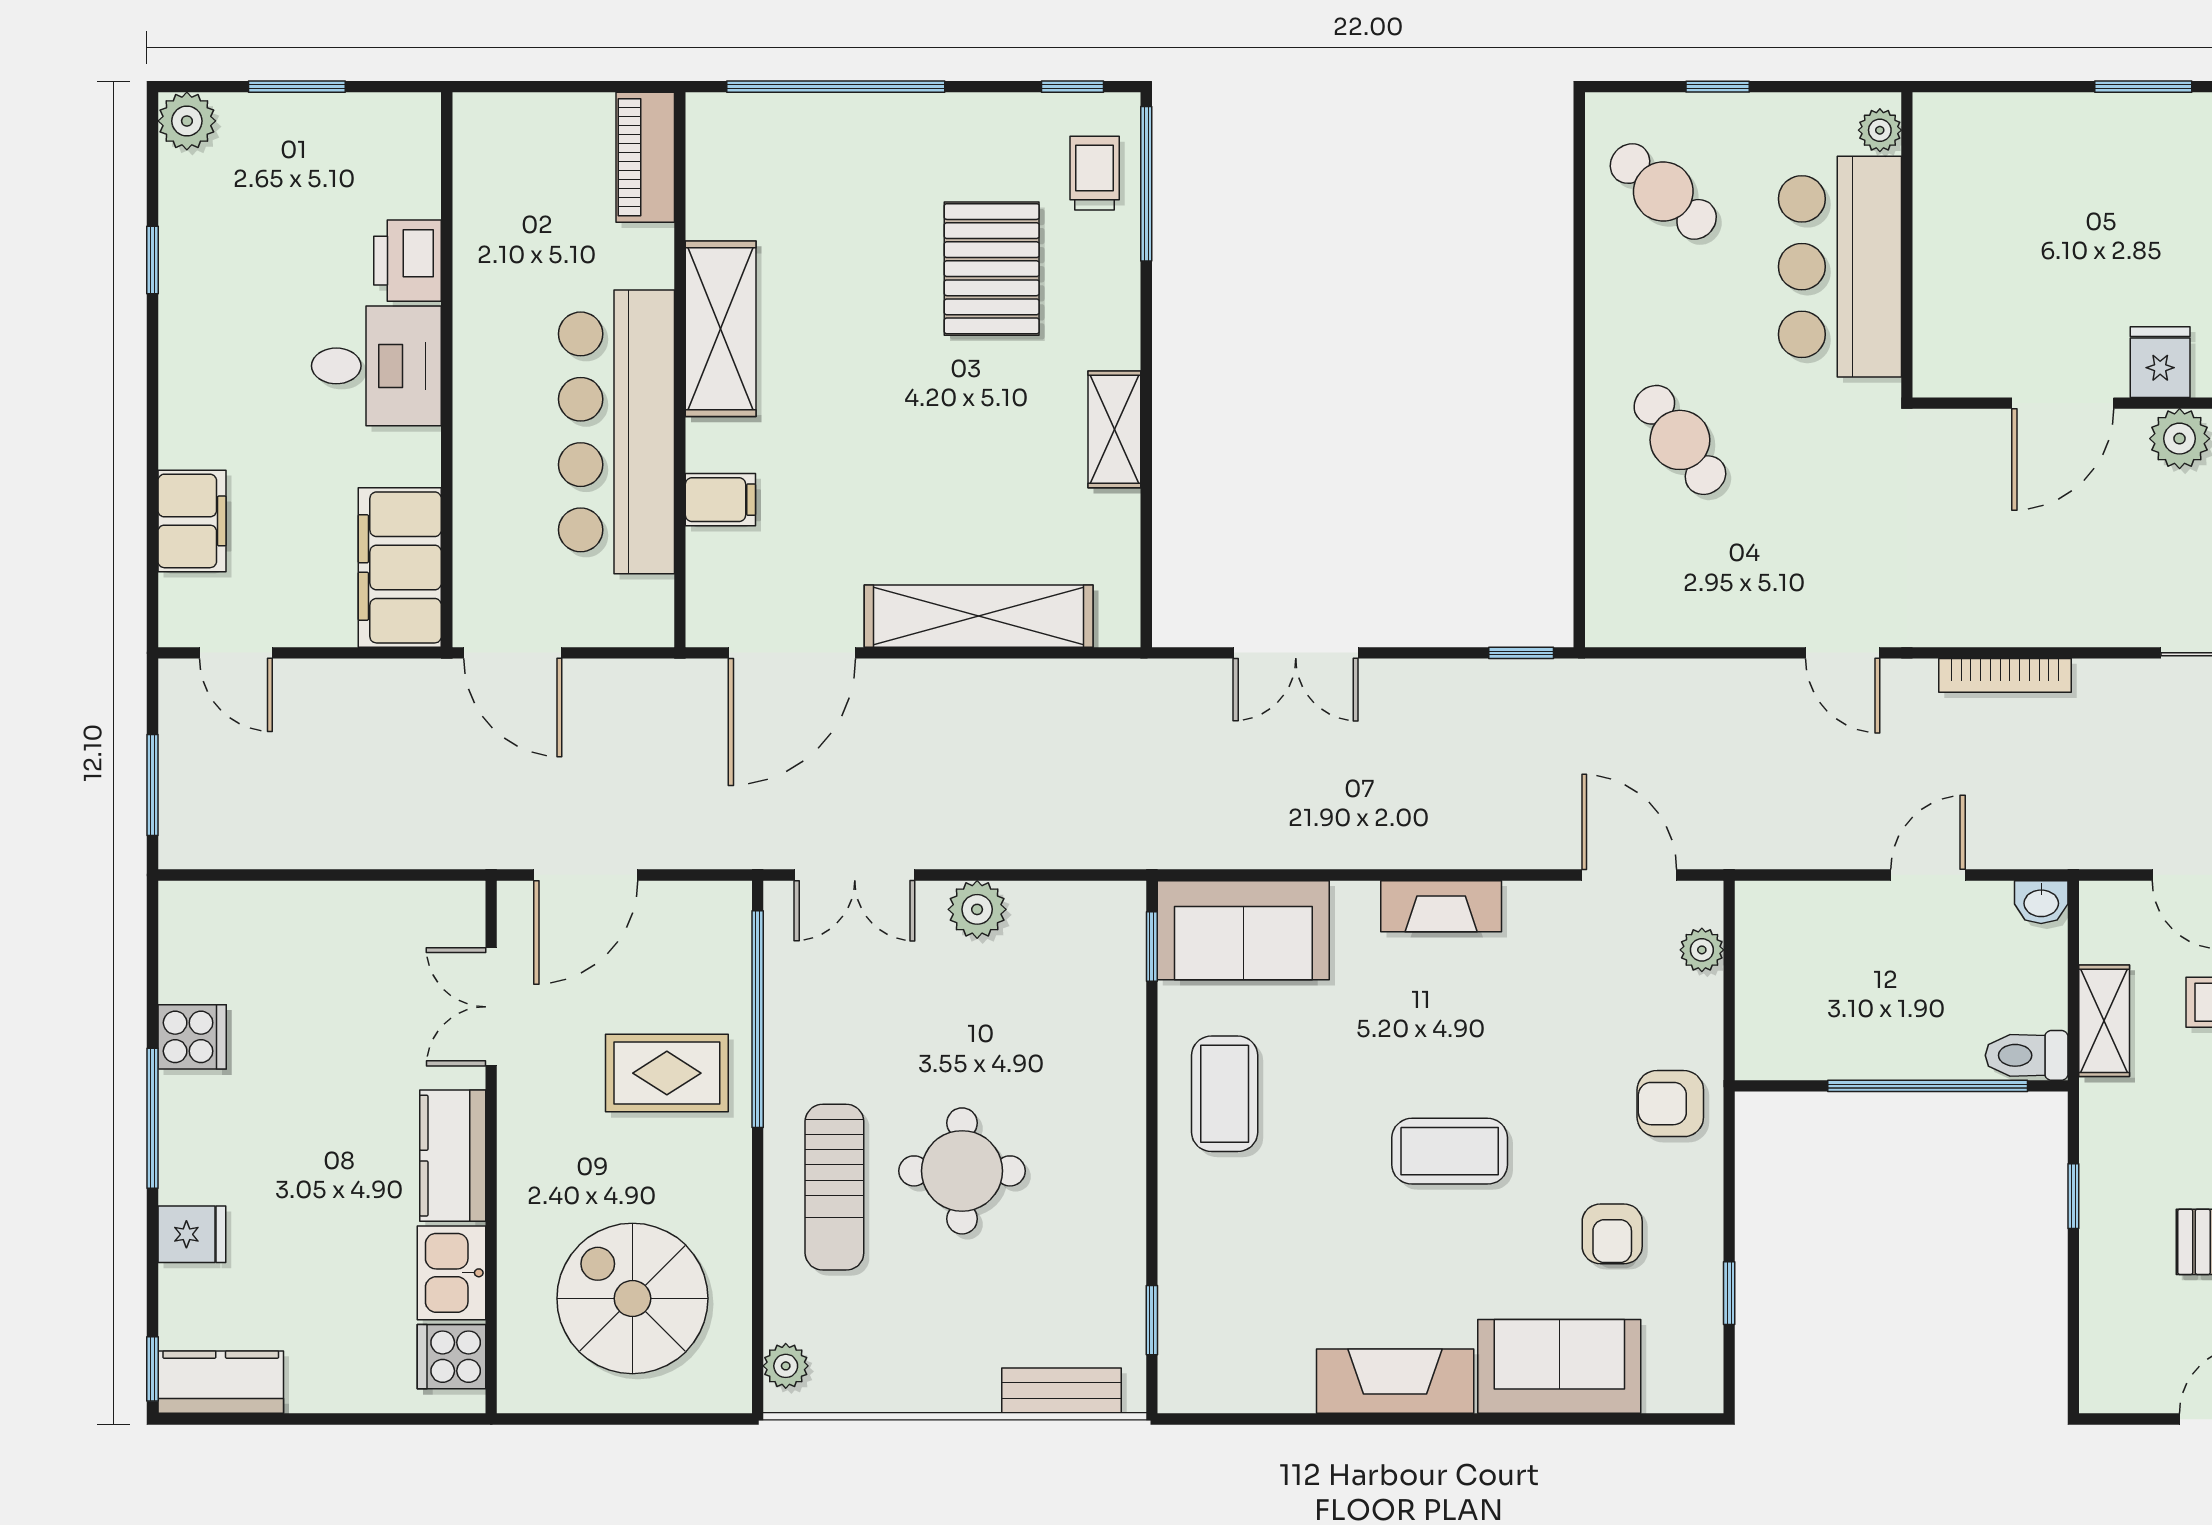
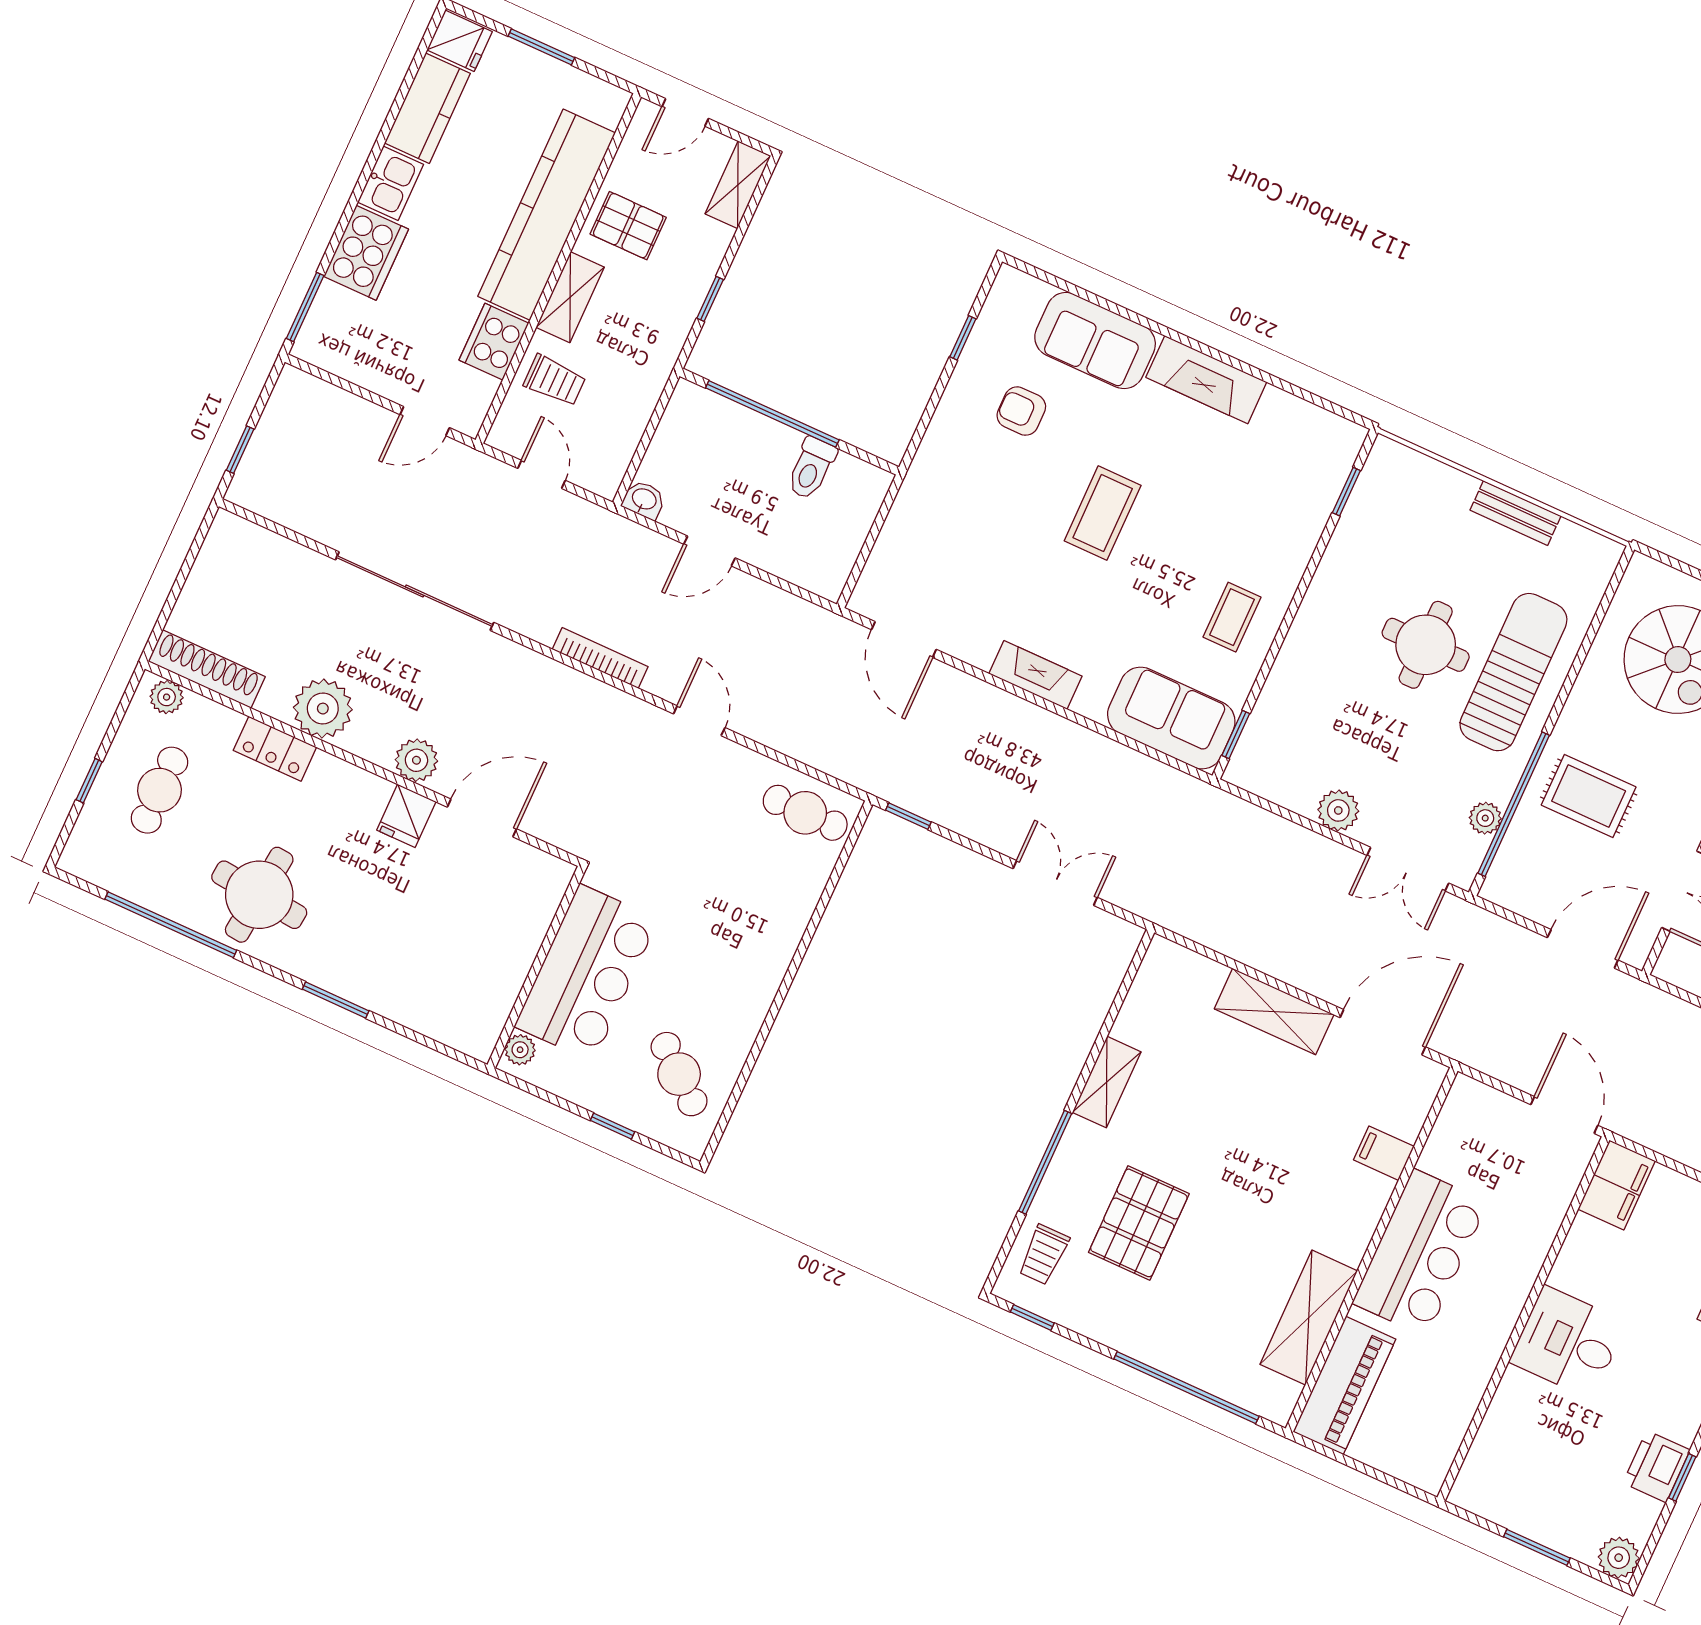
piano: (645, 157) -> (1344, 1386), width x1.37, depth x1.33
window: (1146, 184) -> (1045, 1162), moved
printer: (408, 261) -> (1656, 1466), moved, turned 180
shelving: (721, 329) -> (1309, 1318), moved
bar counter: (617, 432) -> (1420, 1253), width x0.73
cafe table: (1680, 440) -> (805, 813), moved, turned -54
filing cabinet: (400, 567) -> (1617, 1185), width x0.67, depth x0.86
shelving: (979, 616) -> (1274, 1012), width x0.68
double door: (855, 875) -> (1408, 869), swing flipped
plant: (1702, 950) -> (879, 569), removed
shelving: (2104, 1021) -> (738, 185), moved
toilet: (2027, 1055) -> (811, 468), moved, turned 90
coffee table: (1225, 1094) -> (1232, 617), width x0.73, depth x0.77
armchair: (1670, 1104) -> (945, 479), removed
coffee table: (1450, 1151) -> (1103, 513), turned 90
sun lounger: (834, 1187) -> (1513, 672), width x1.36, depth x1.34
armchair: (1612, 1234) -> (1021, 411), turned -90
plant: (786, 1366) -> (1485, 818), moved
bench: (1061, 1391) -> (1516, 513), moved

